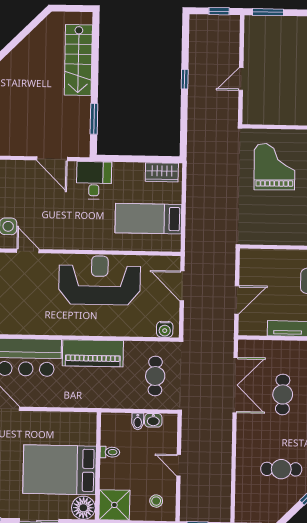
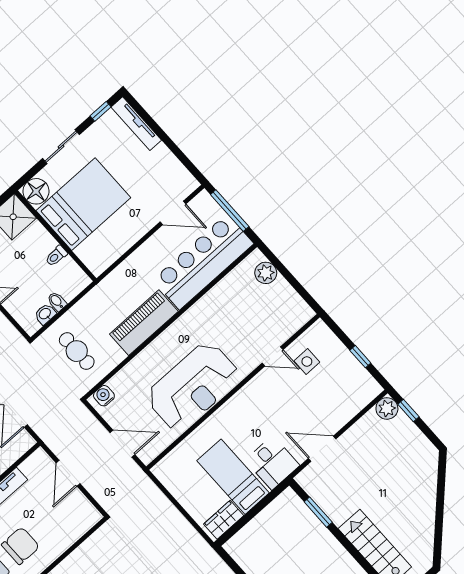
bed: (148, 219) -> (233, 477), moved, turned -90

